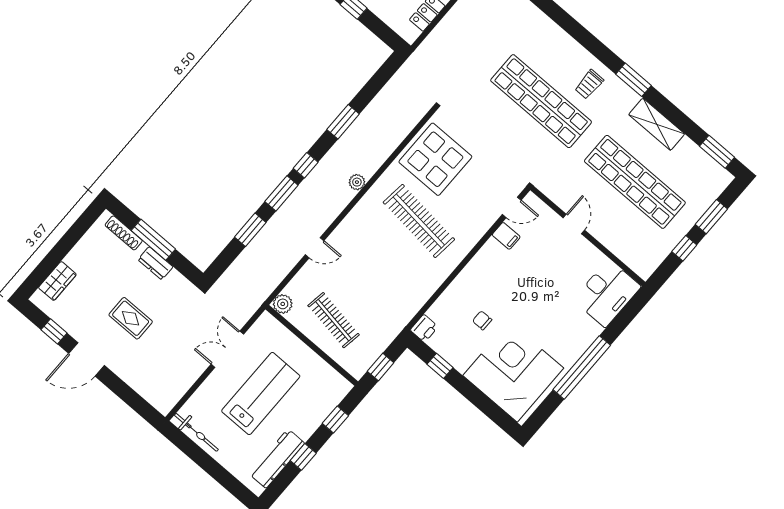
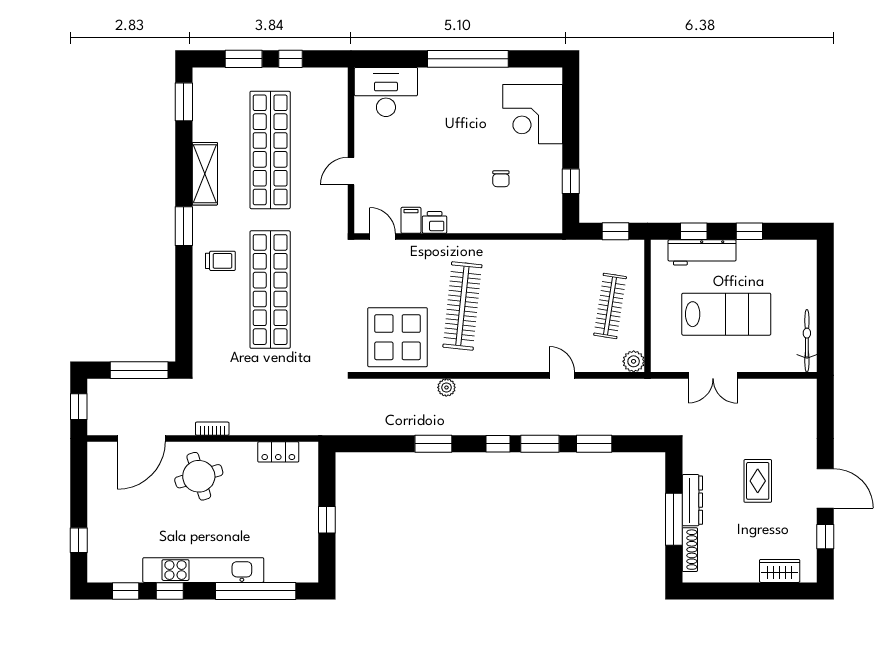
plant: (357, 182) -> (446, 387), moved
dresser: (155, 263) -> (692, 500), width x1.44
printer: (424, 328) -> (435, 222), moved
corner desk: (513, 372) -> (533, 114), width x0.74, depth x0.74
lab bench: (261, 394) -> (726, 314), turned 180
workbench: (277, 459) -> (702, 252), moved

